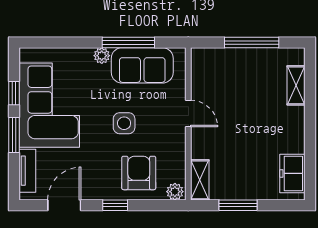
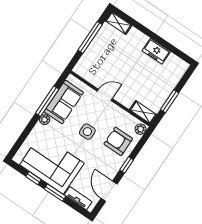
shelving: (296, 85) -> (118, 23), moved
freezer: (292, 173) -> (156, 51), moved

